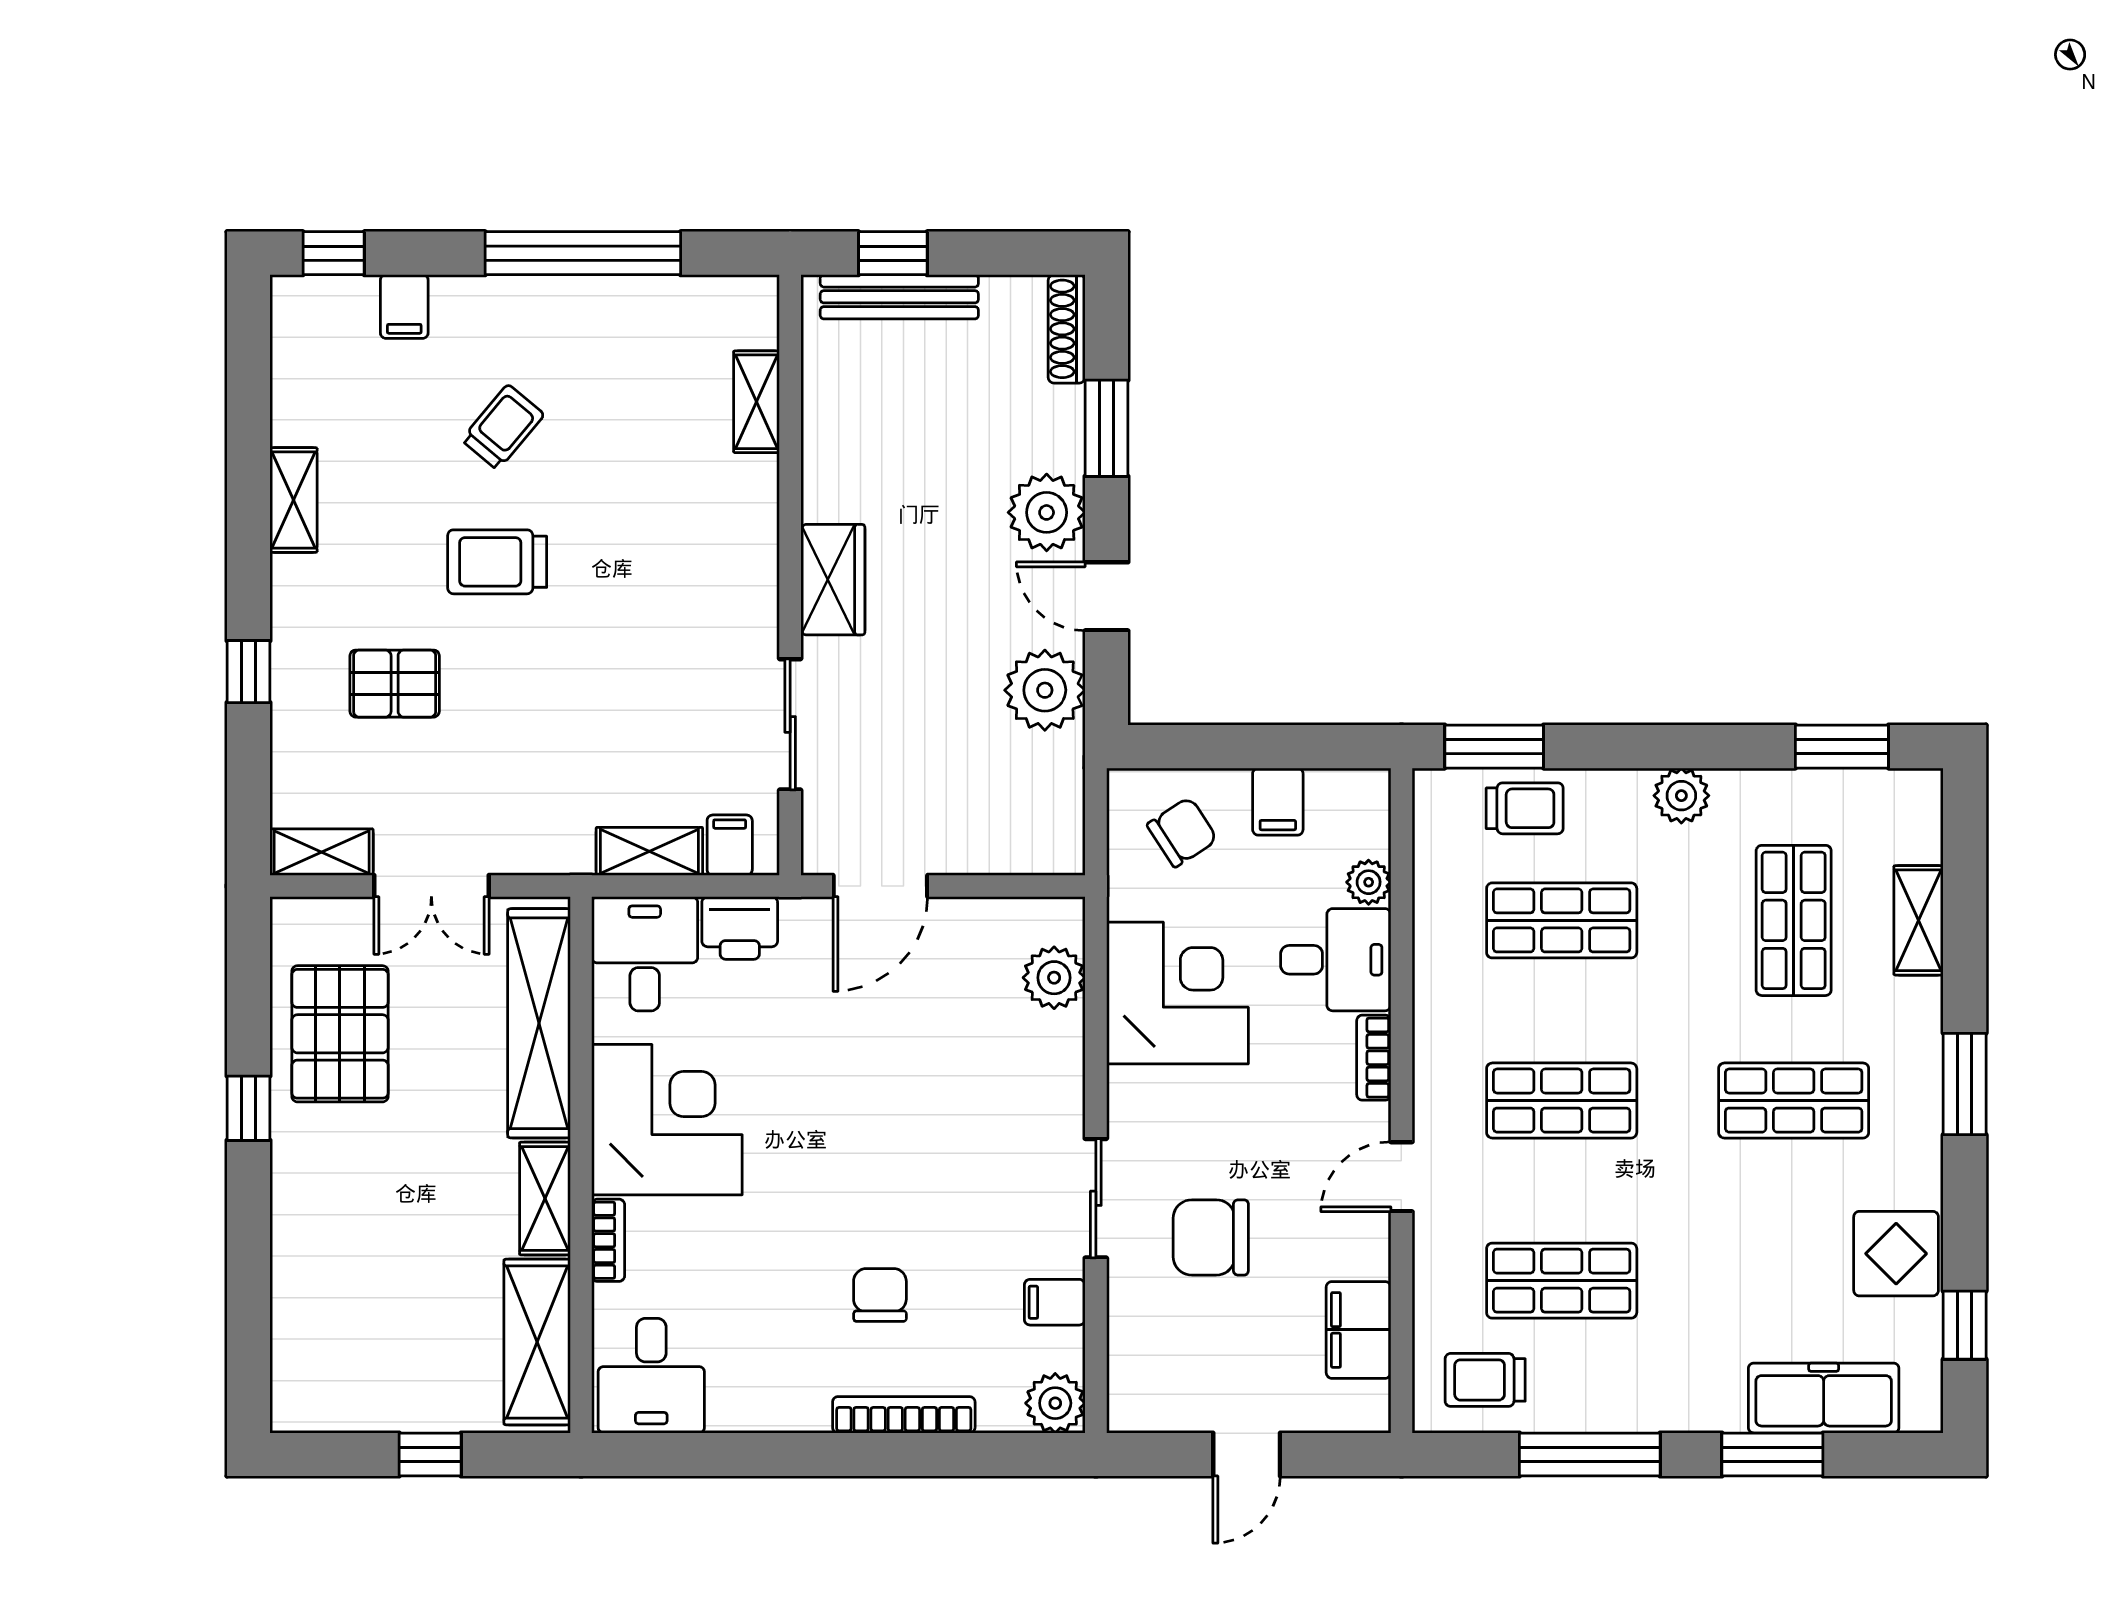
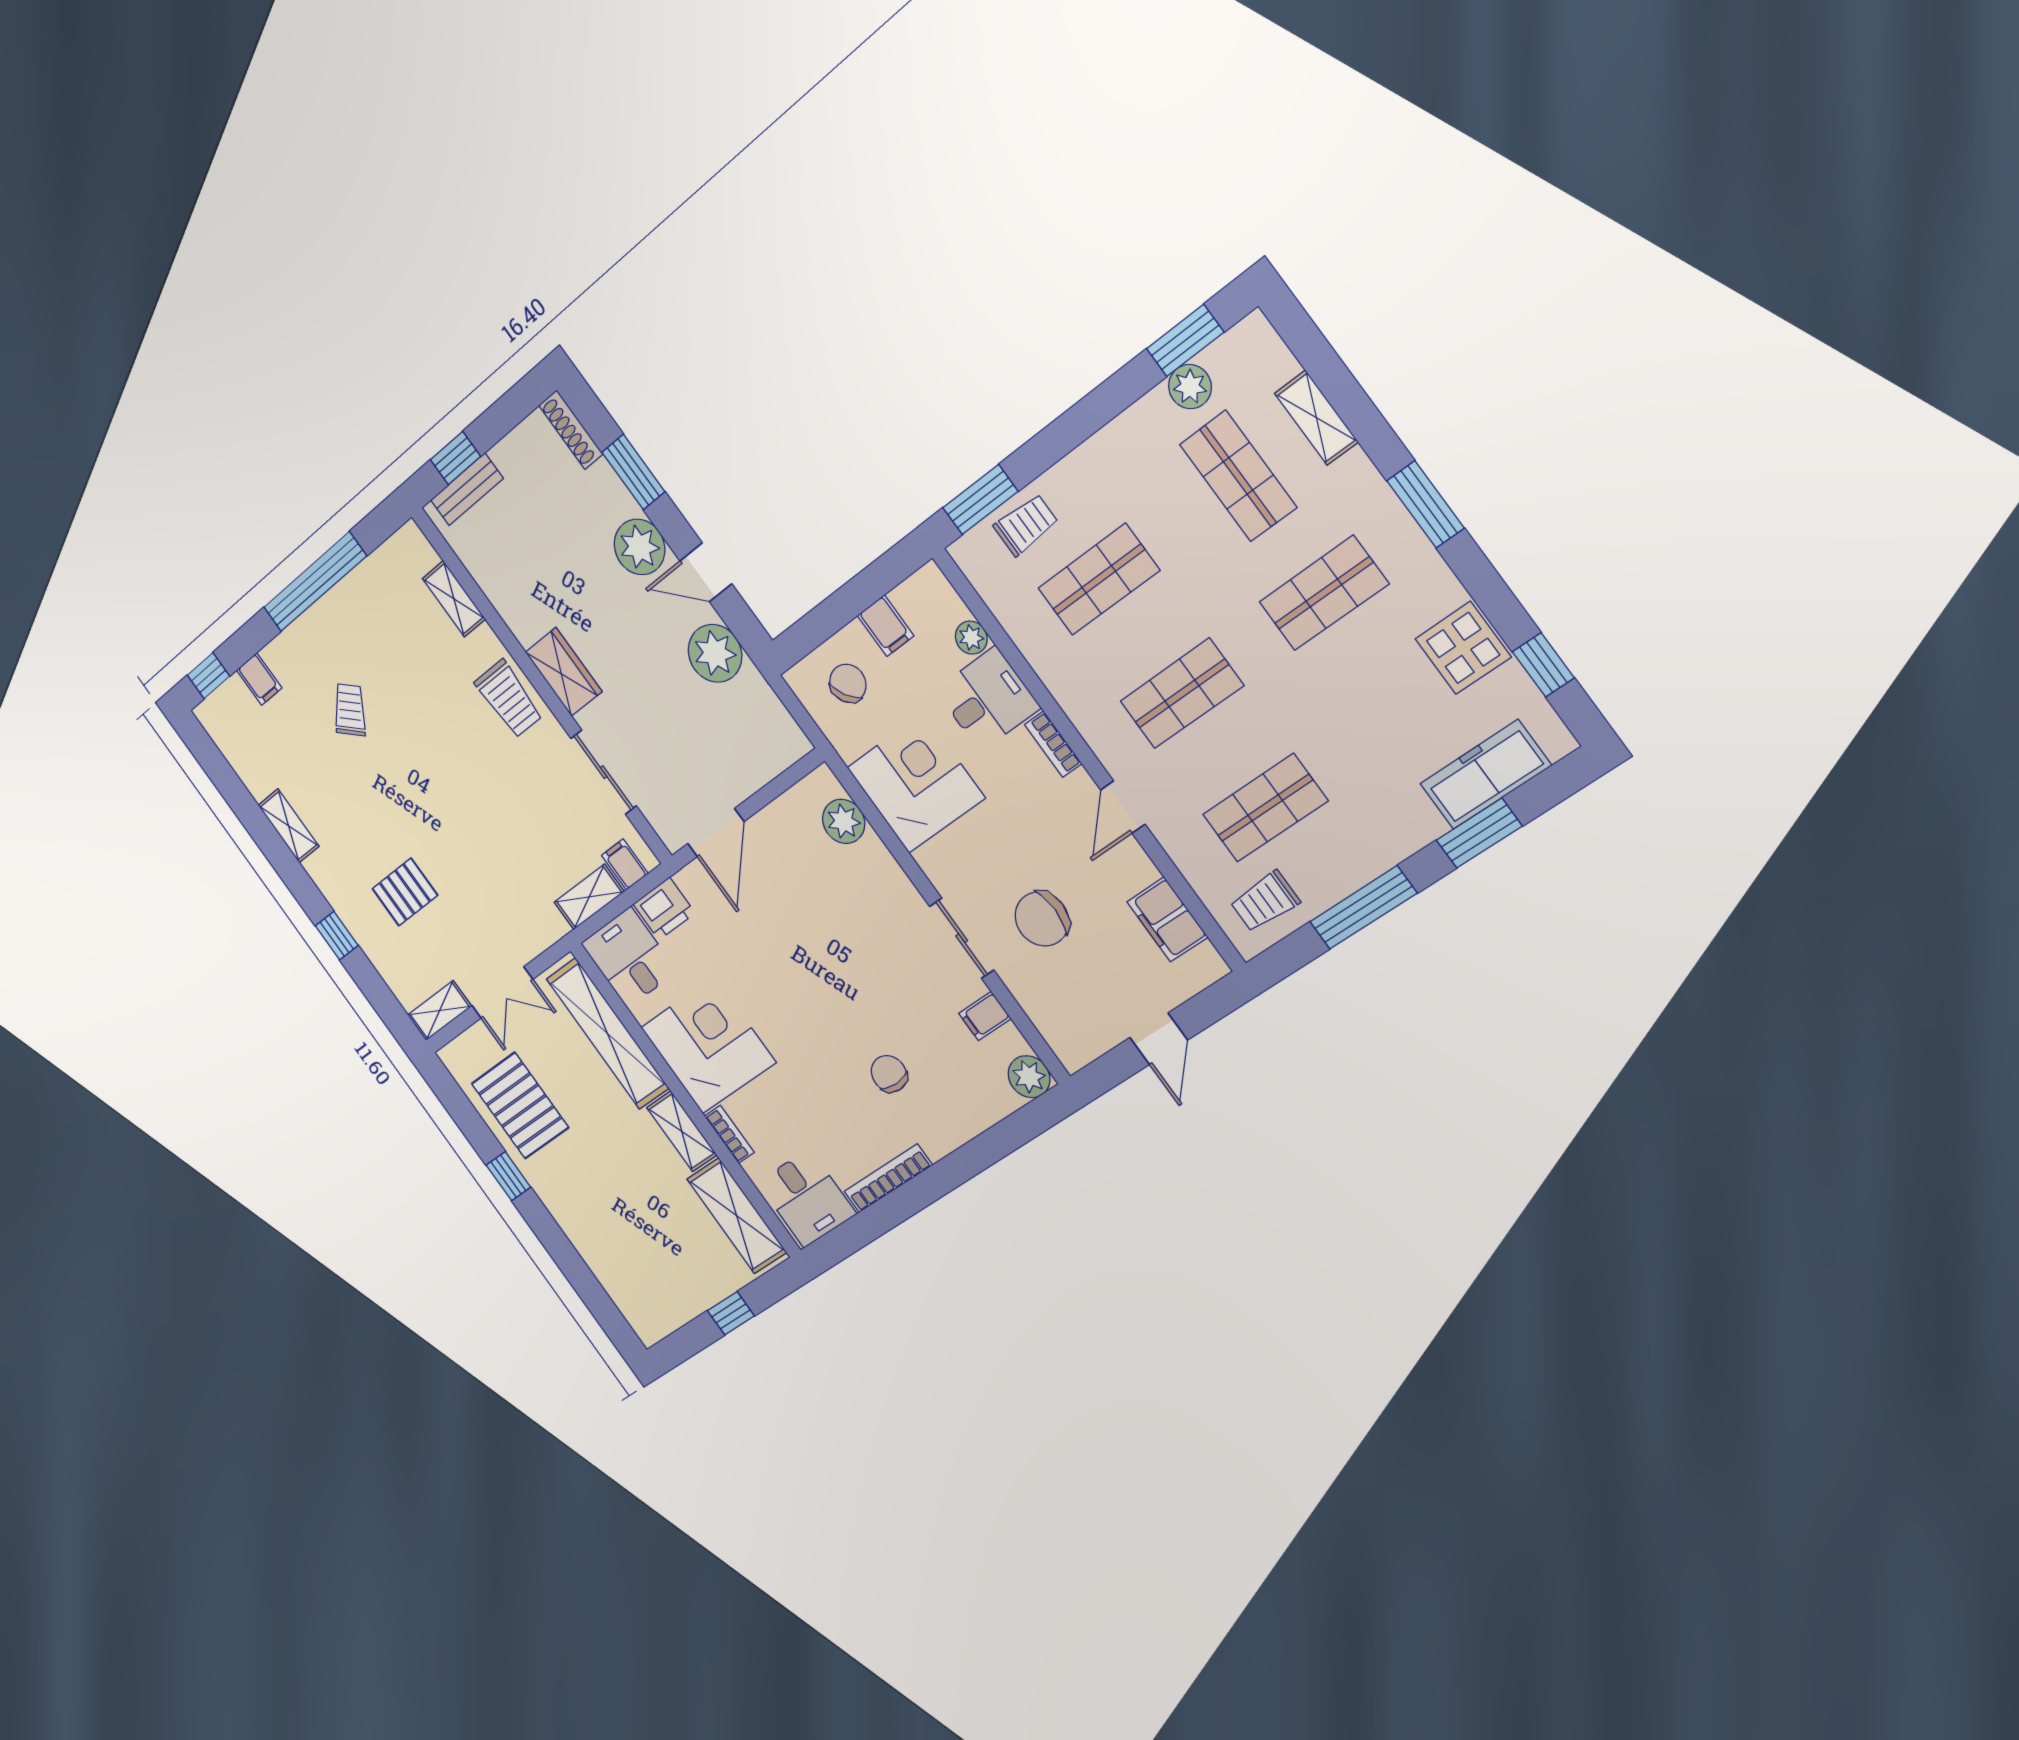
bench: (899, 297) -> (467, 489), width x0.73
trolley: (497, 562) -> (509, 699), moved, turned -90
plant: (1681, 796) -> (1190, 387), moved
bookcase: (904, 1415) -> (888, 1178), moved

